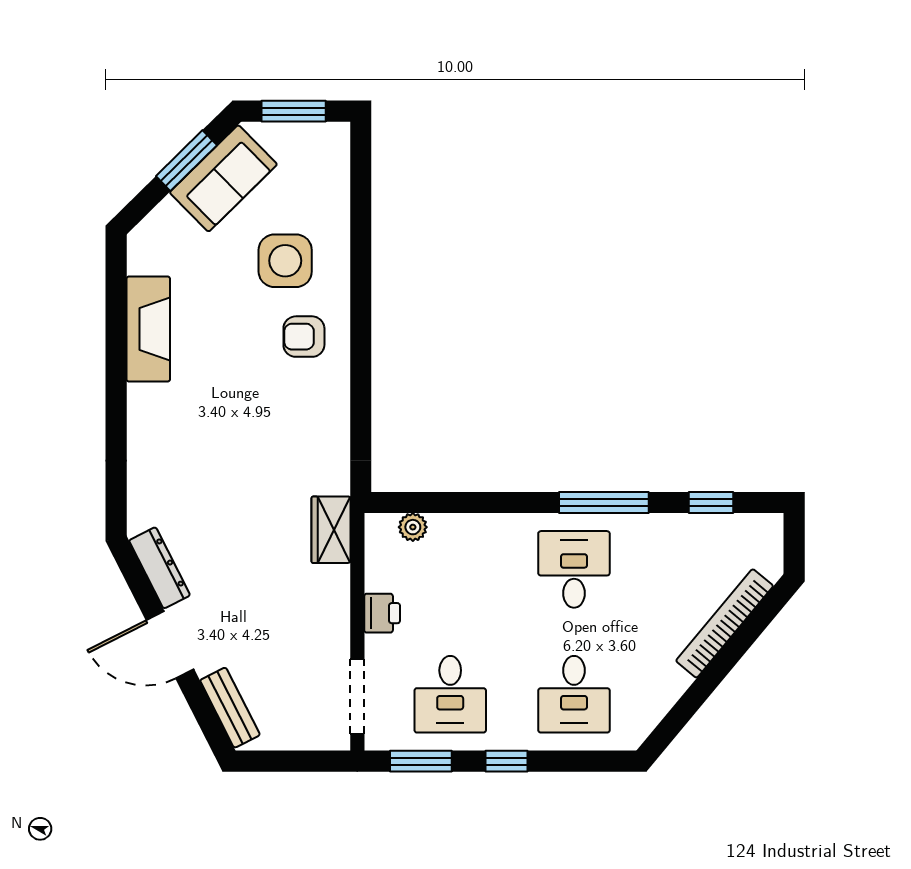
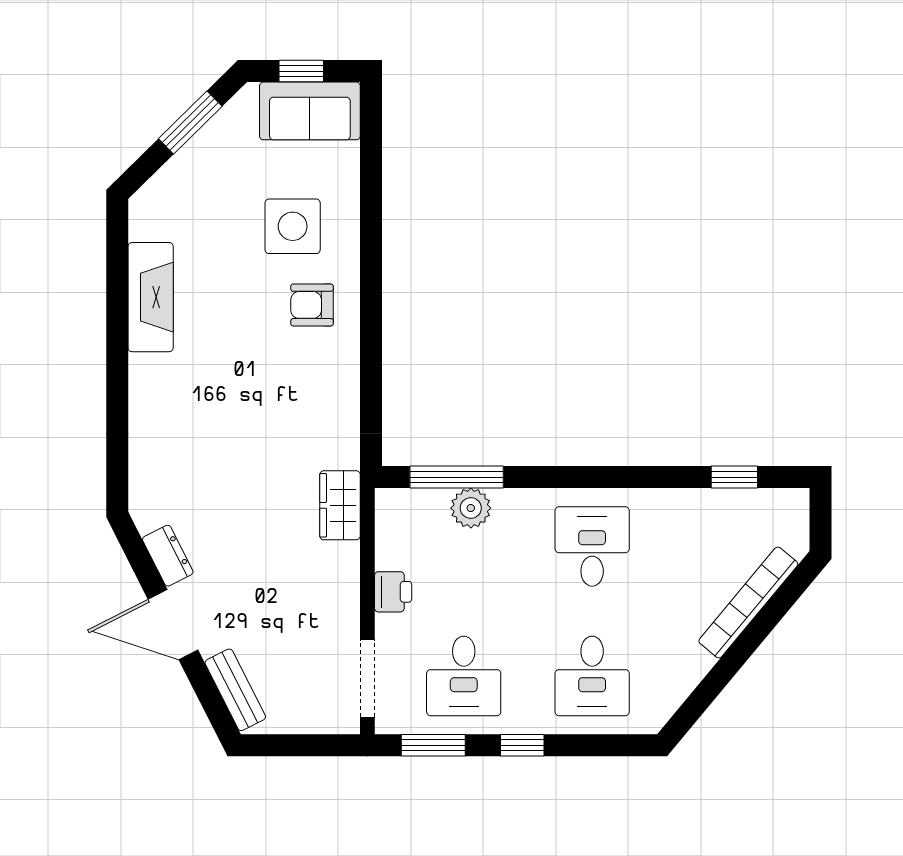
window: (294, 111) -> (301, 71), width x0.67
sofa: (223, 178) -> (310, 111), moved, turned 45
window: (604, 503) -> (457, 477), moved
plant: (413, 527) -> (471, 508), moved, width x1.38, depth x1.38
dresser: (160, 568) -> (168, 556), width x0.70

